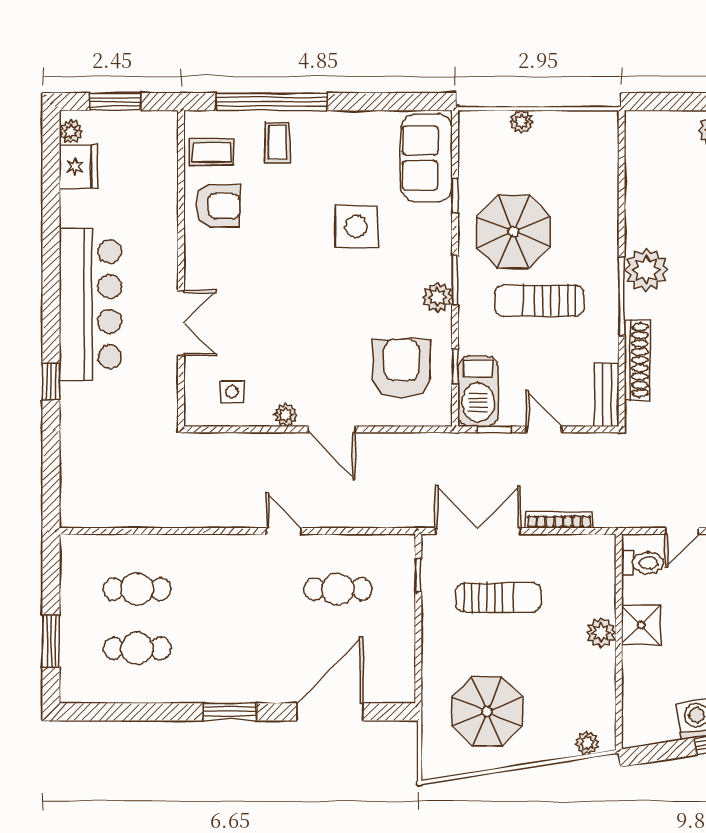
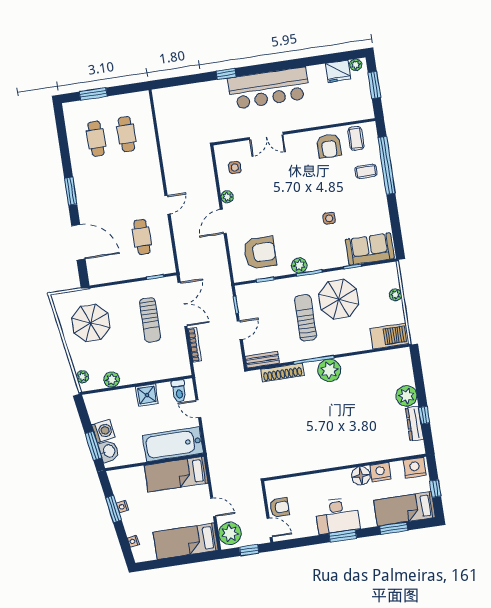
side table: (356, 226) -> (329, 218), width x0.54, depth x0.54
barbecue: (478, 391) -> (389, 336), moved, turned 180
plant: (601, 633) -> (112, 380), moved

